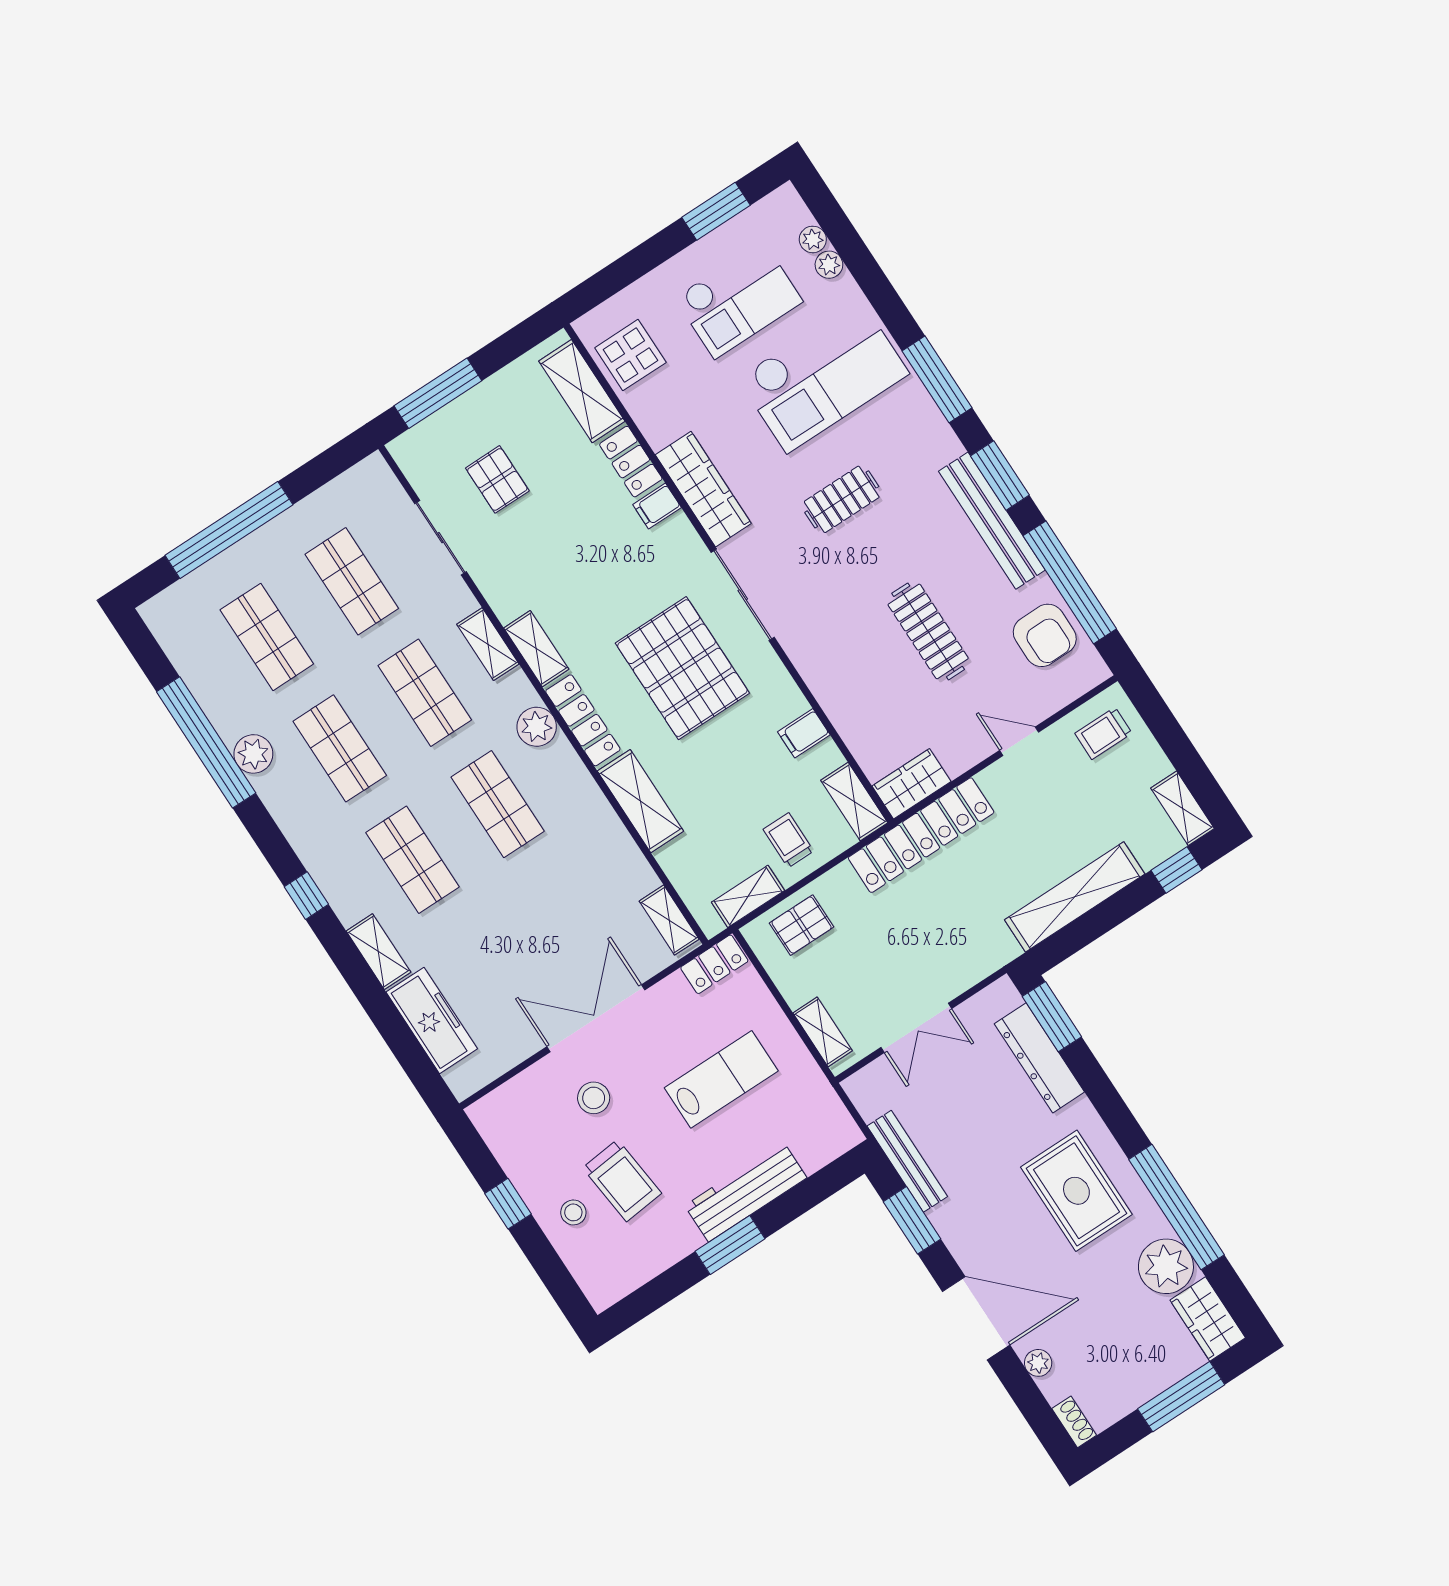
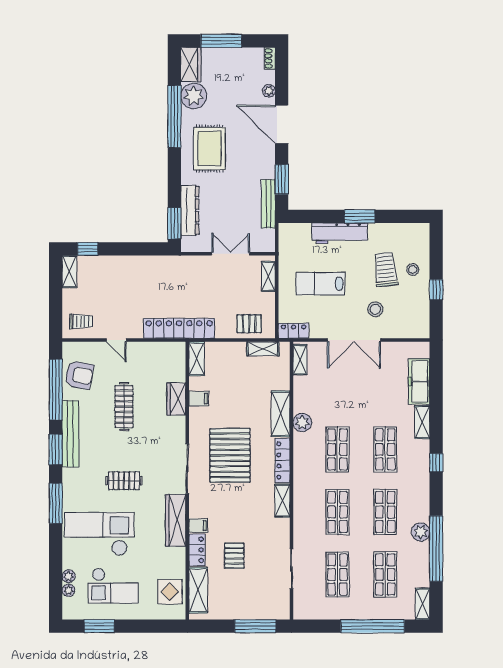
checkout: (739, 300) -> (113, 586), turned 180
pallet: (497, 479) -> (234, 556), moved
armchair: (1045, 635) -> (79, 375), turned 101
shelving: (488, 644) -> (423, 604), moved
plant: (537, 727) -> (302, 423), moved
wardrobe: (912, 784) -> (176, 399), moved, turned 90
trolley: (788, 840) -> (233, 360), removed
shelving: (1075, 897) -> (135, 265), removed

